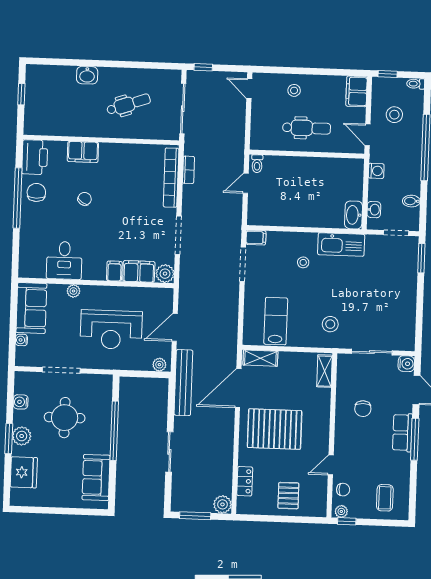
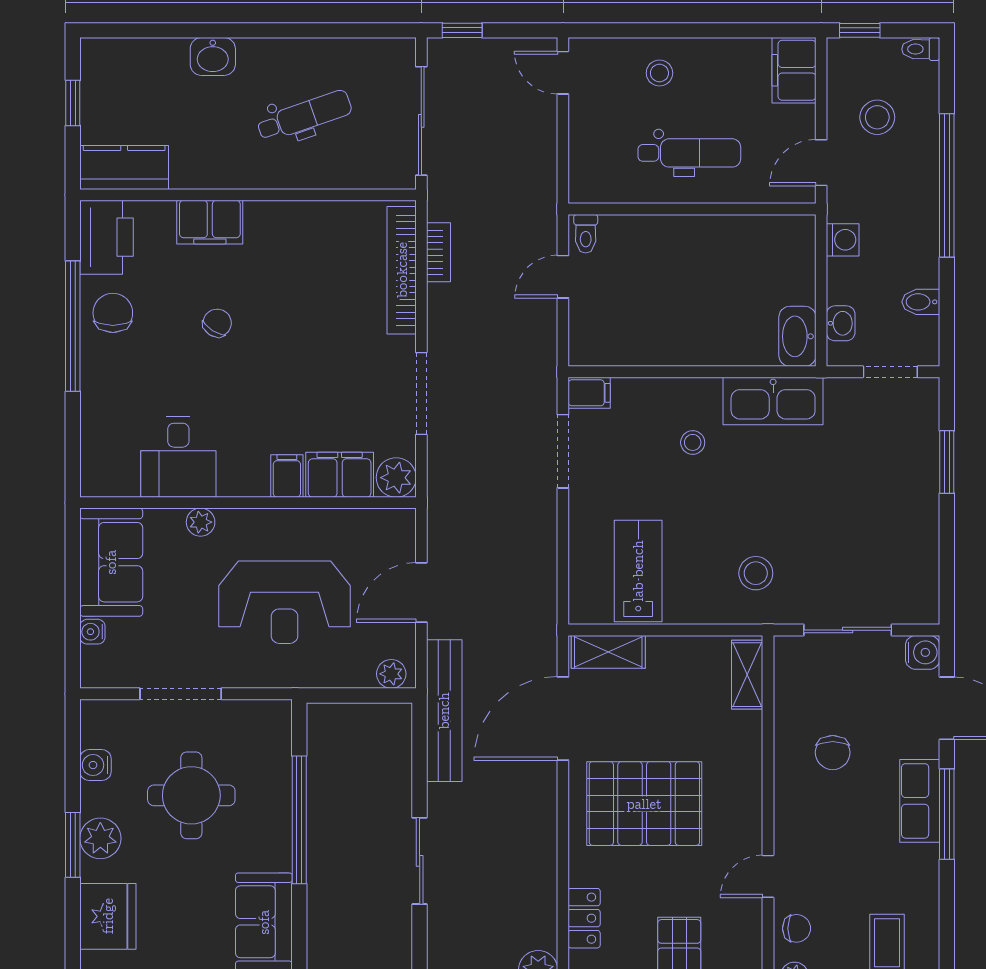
kitchen counter: (44, 125) -> (124, 167), added
door: (368, 135) -> (821, 163), hinge flipped
window: (421, 258) -> (947, 462), moved

